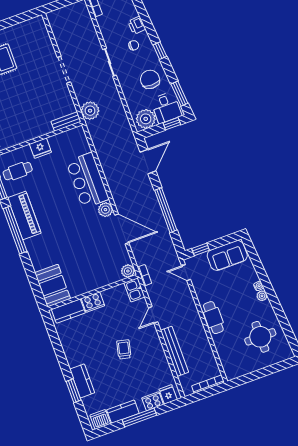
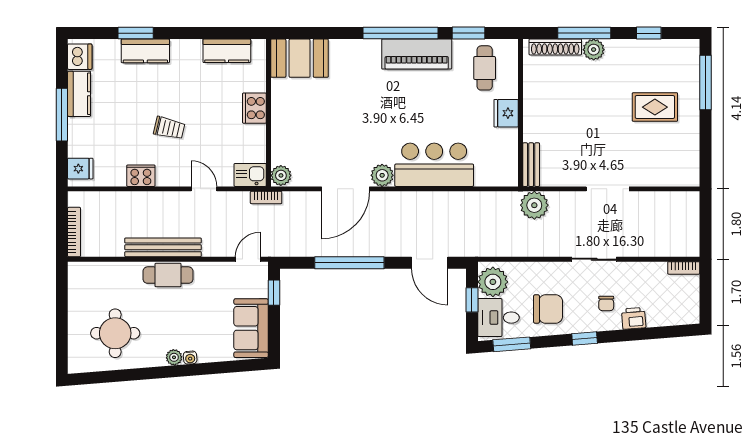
window: (172, 124) -> (472, 300), moved
kitchen counter: (68, 311) -> (227, 51), moved, turned -90
bench: (174, 351) -> (163, 247), moved
cooker: (153, 401) -> (141, 176), moved, turned -90

